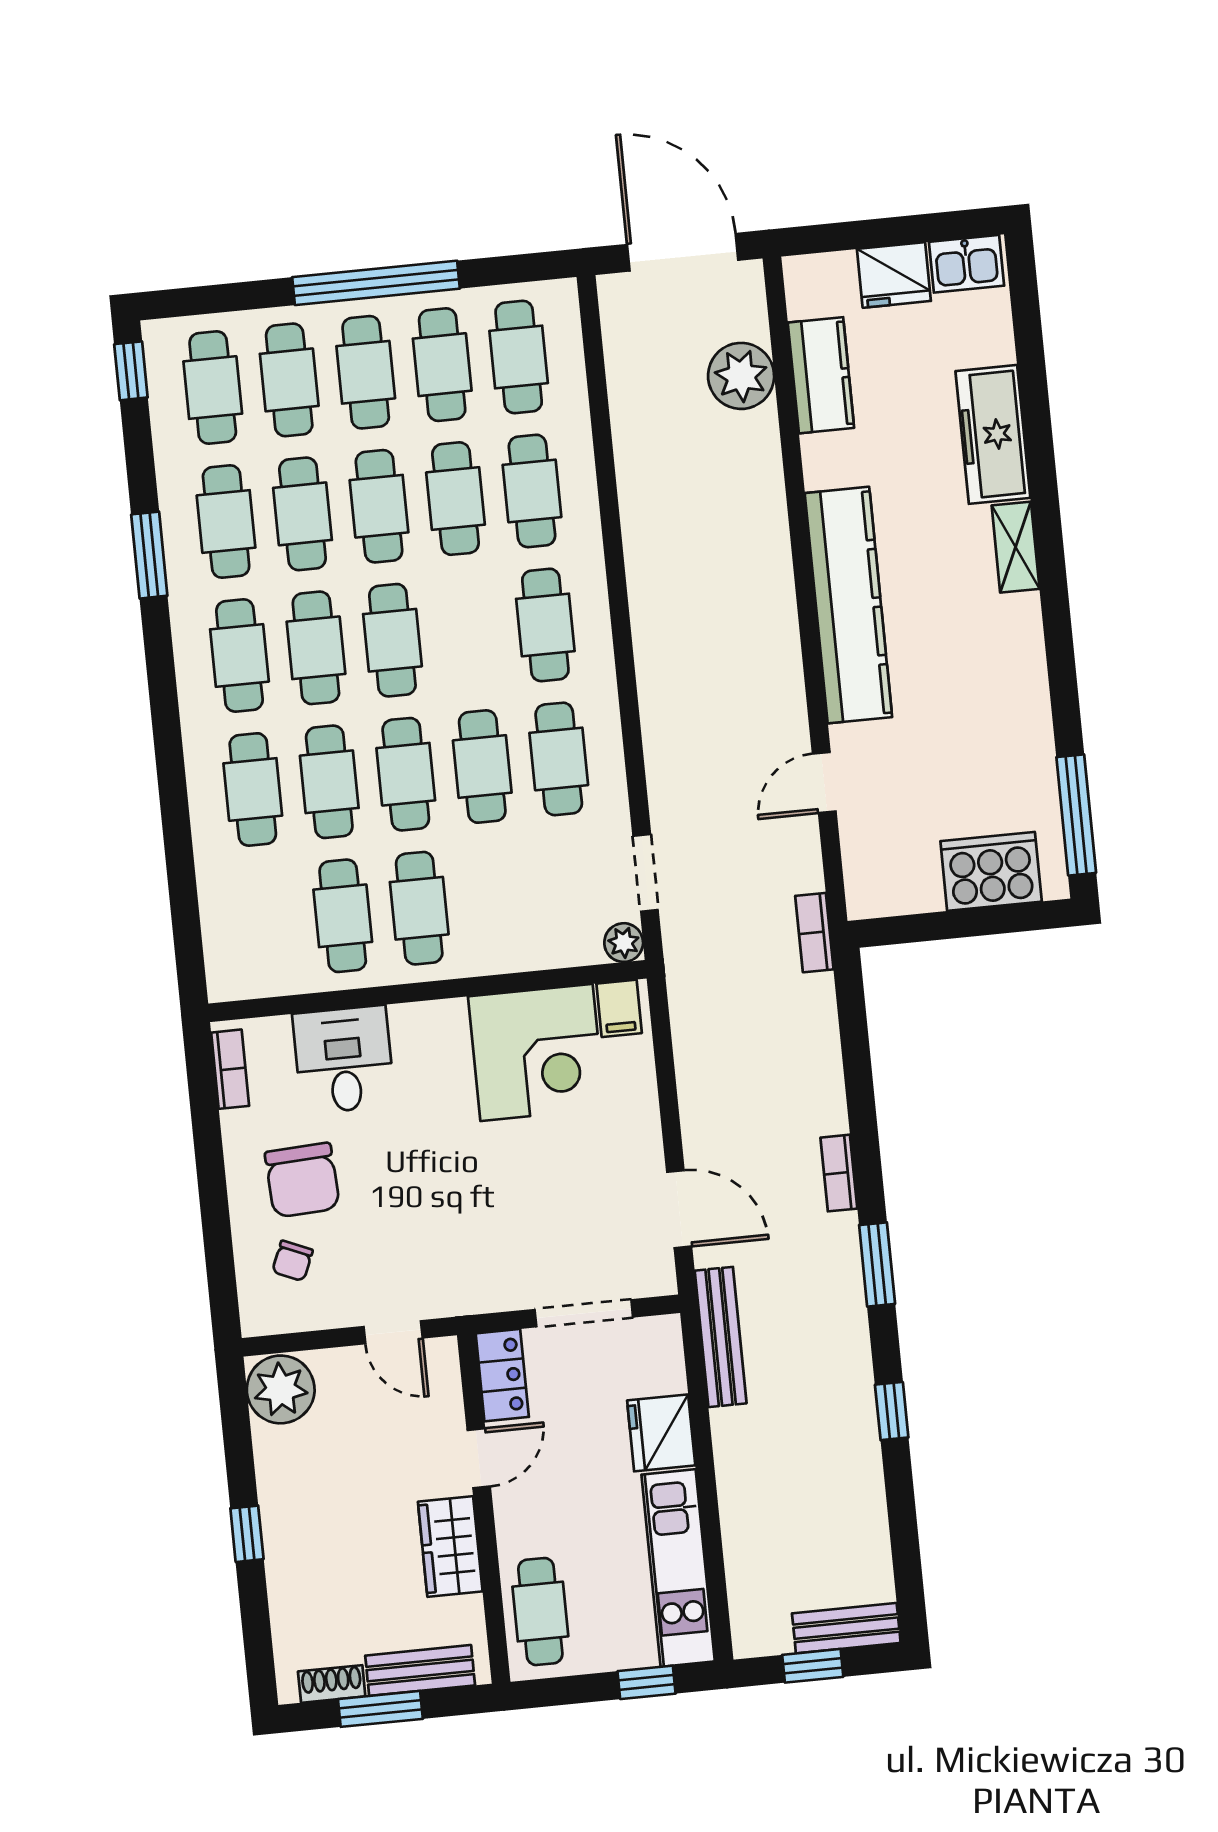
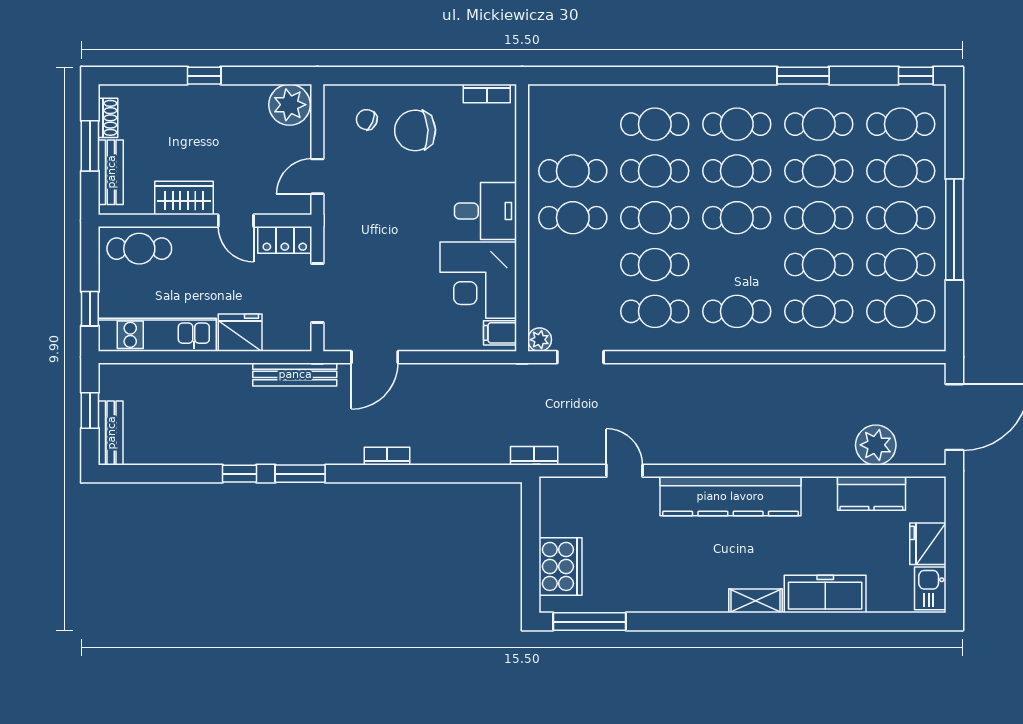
desk: (344, 1060) -> (486, 211), moved
window: (877, 1265) -> (300, 474), moved

